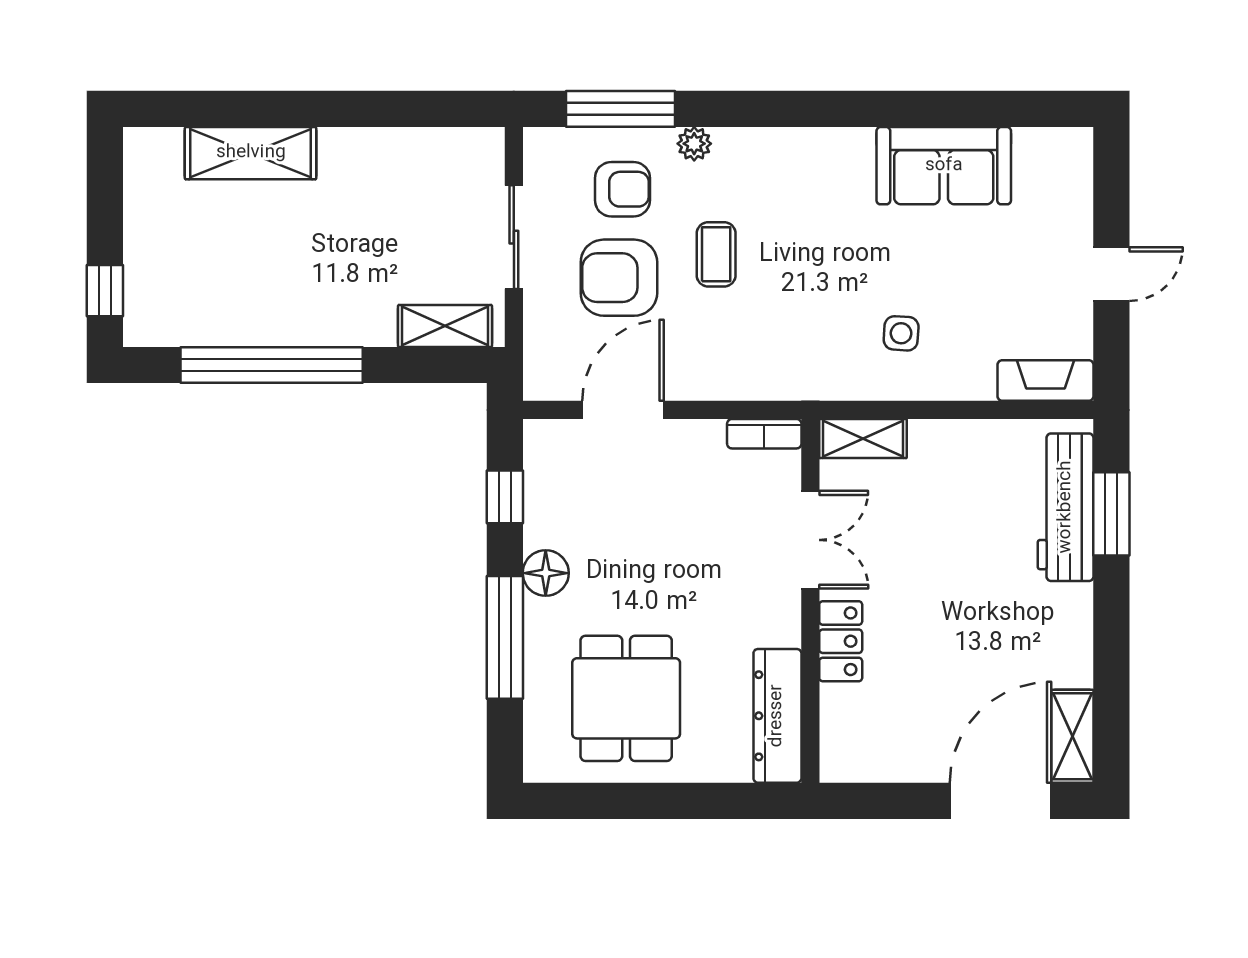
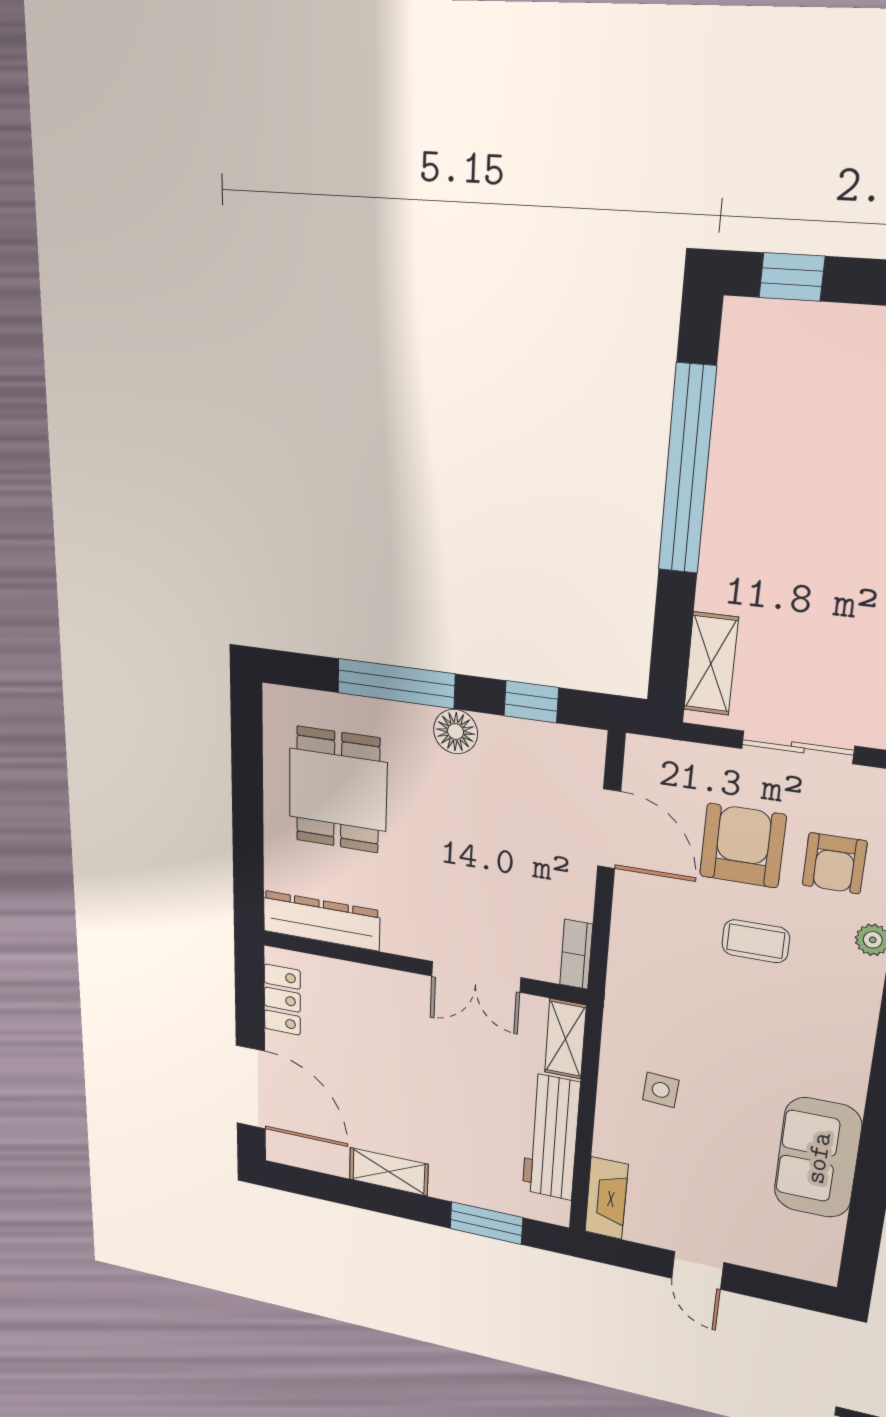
workbench: (1066, 507) -> (551, 1137), moved, turned -90
locker: (841, 641) -> (282, 1000), moved, turned -90
dining table: (626, 698) -> (338, 790), turned 90
shelving: (1072, 736) -> (389, 1172), moved

